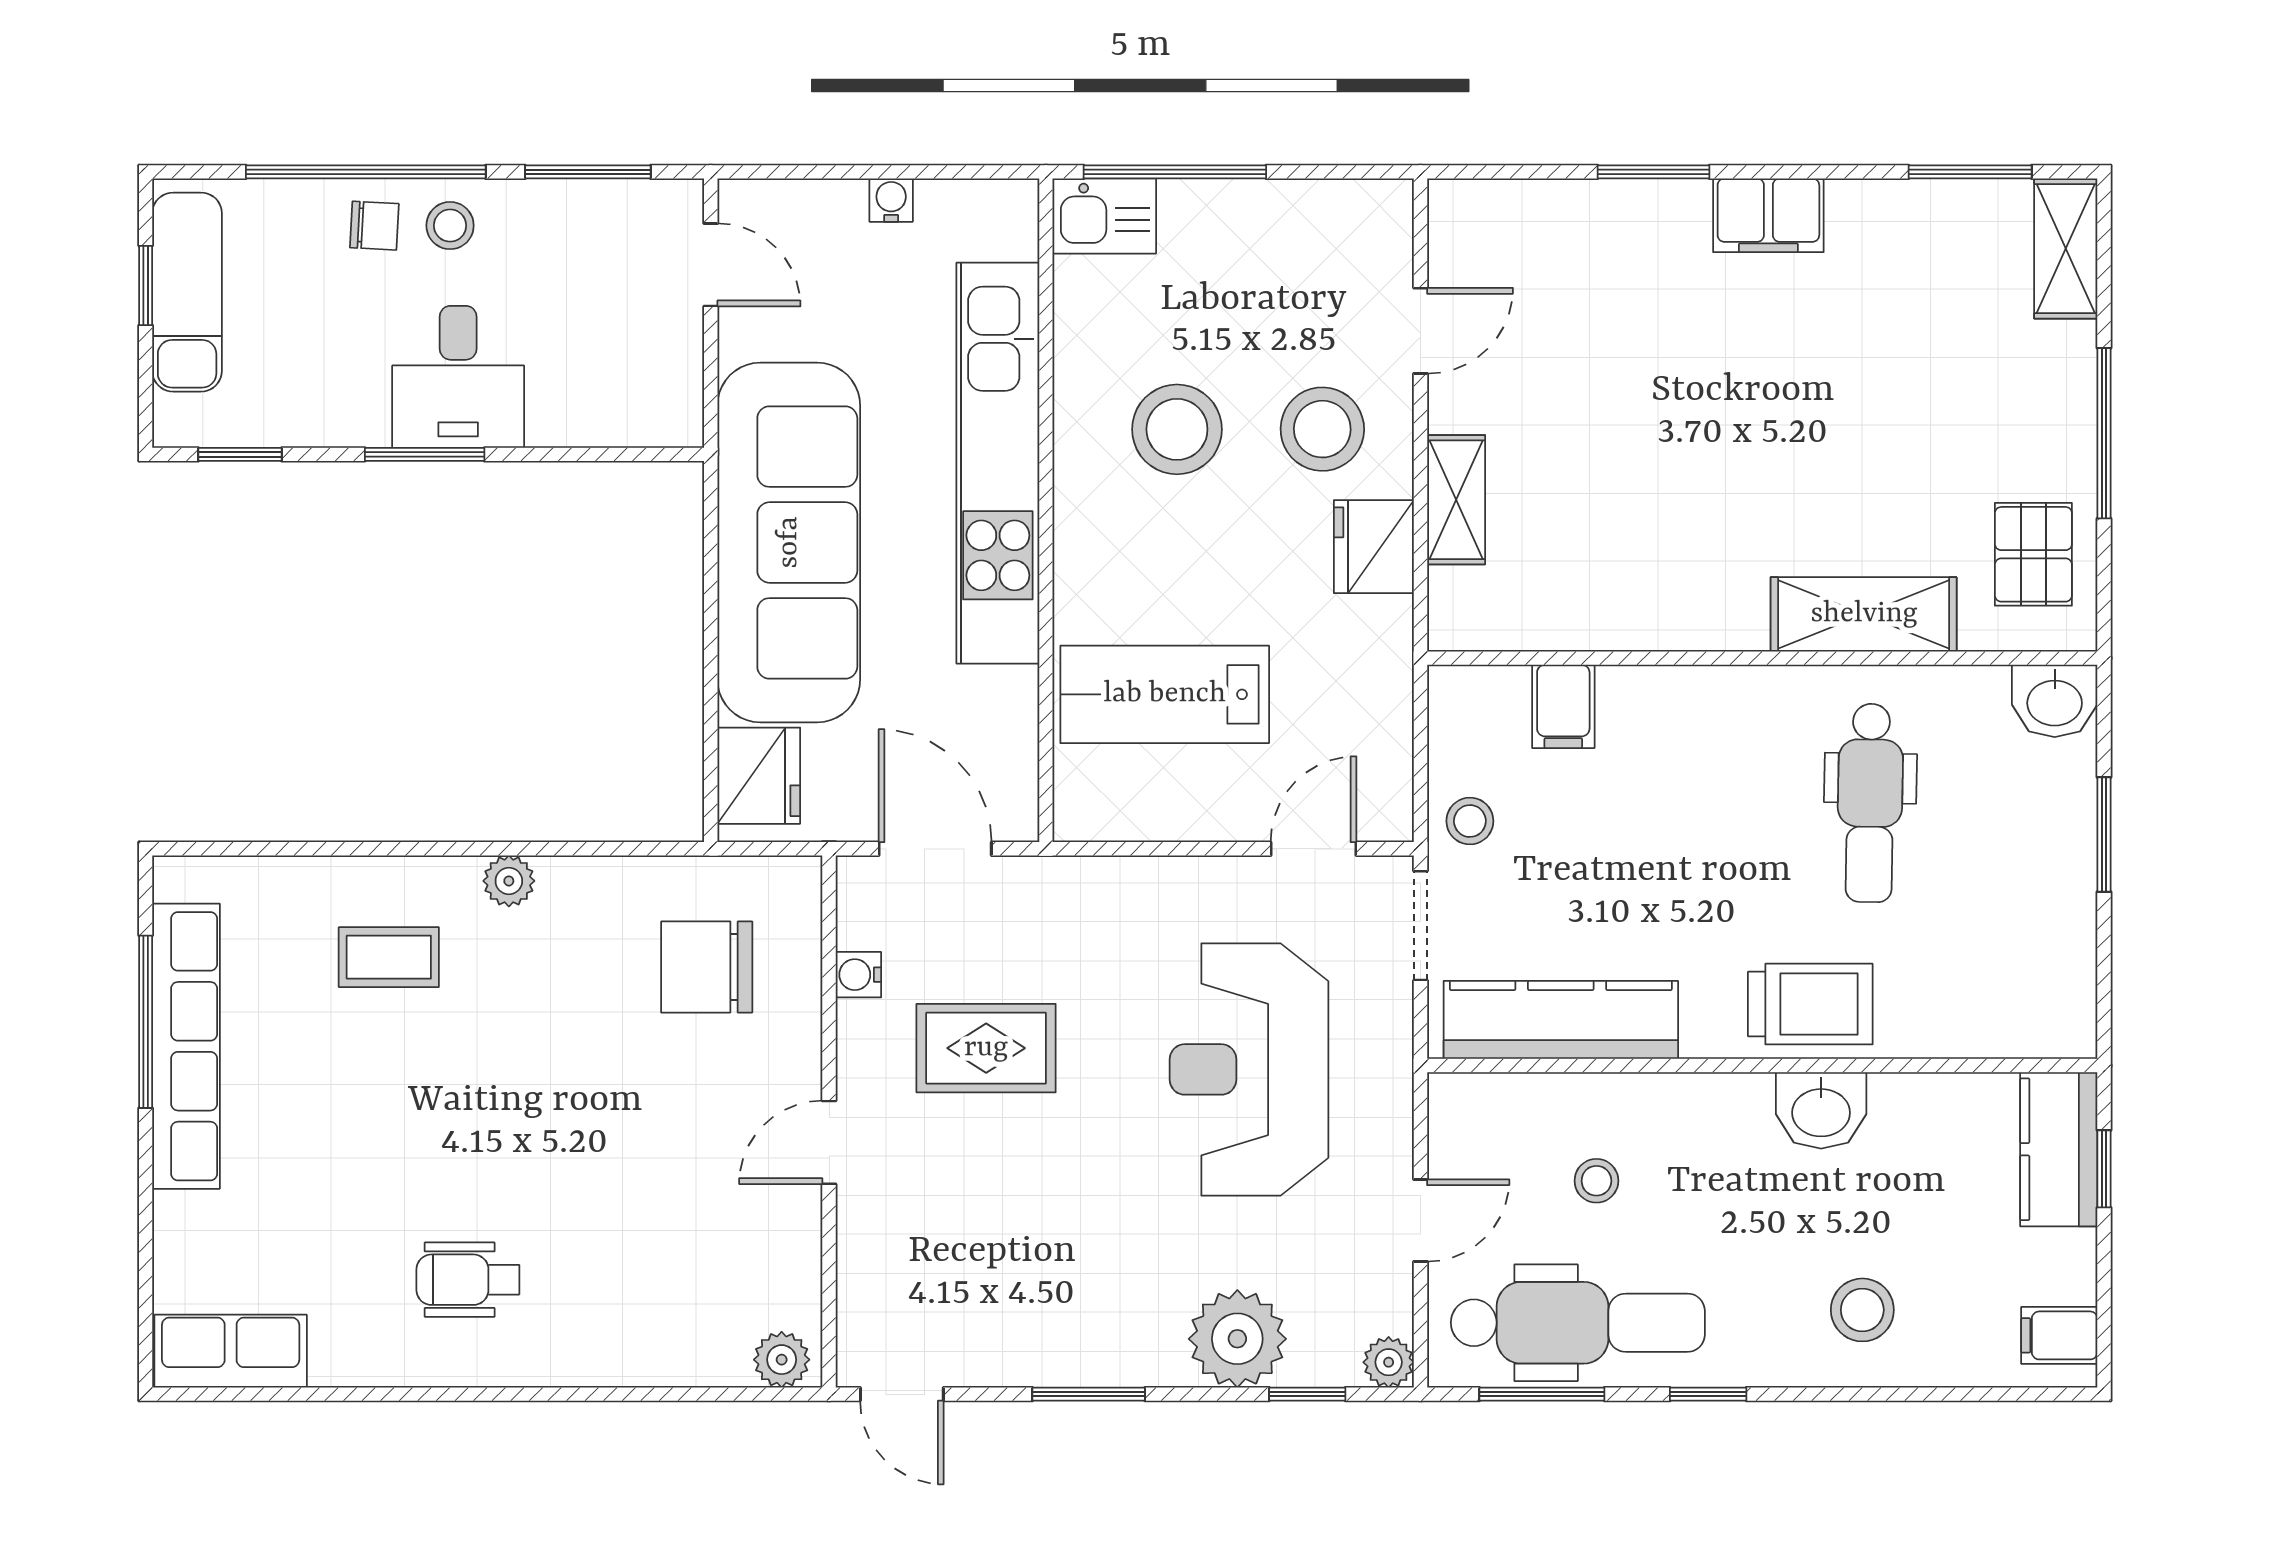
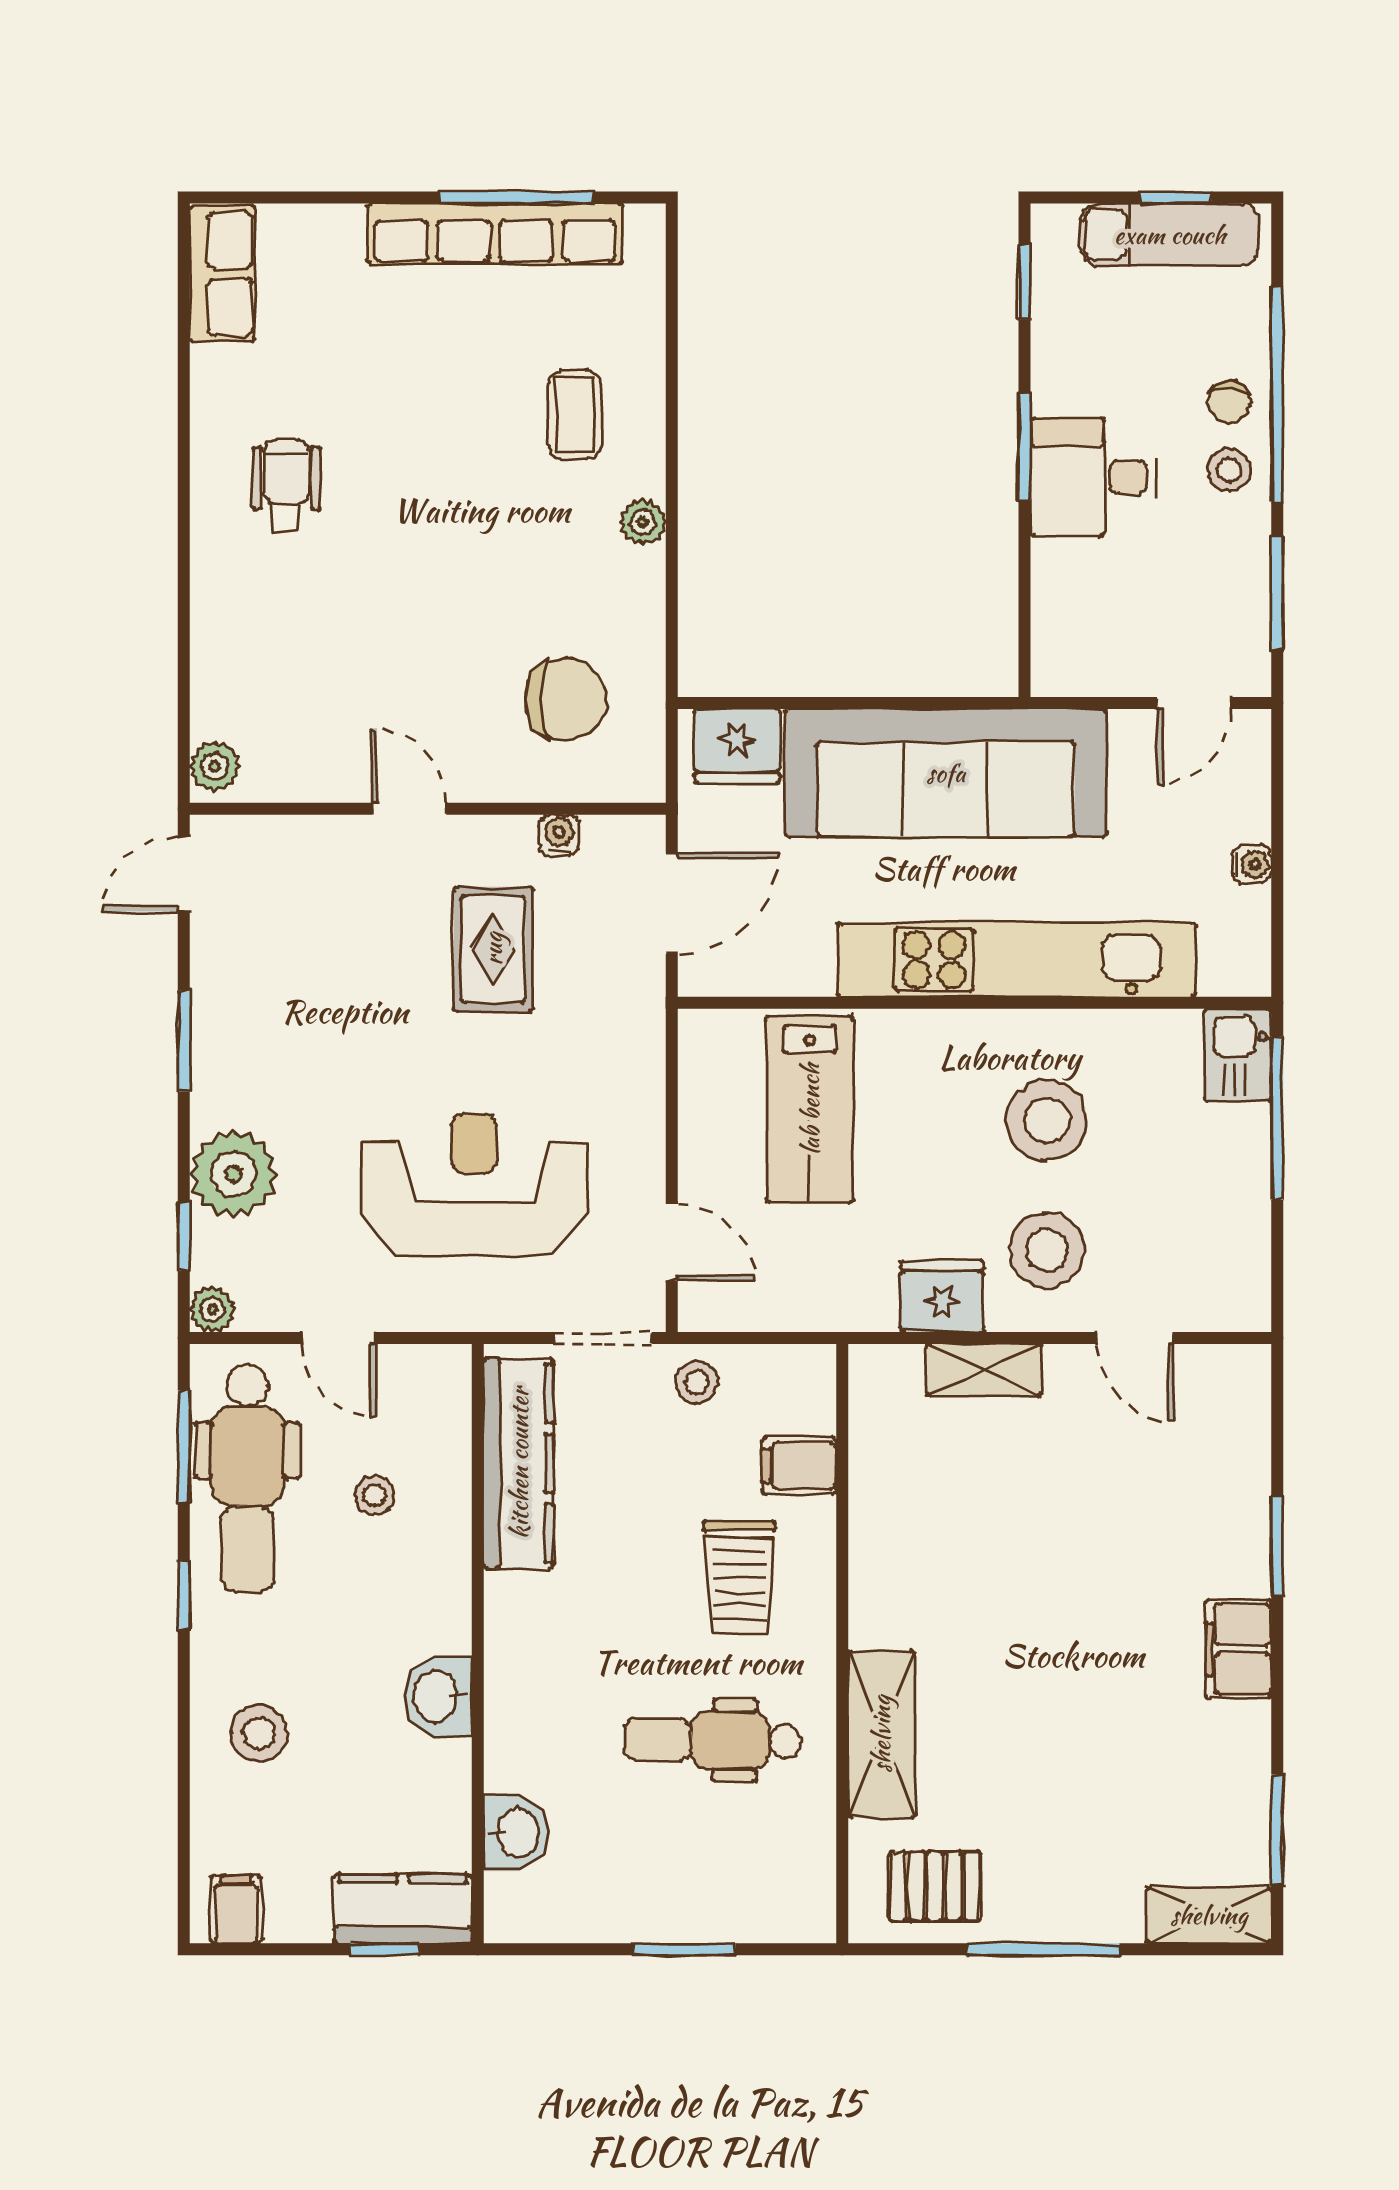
lab bench: (1165, 694) -> (810, 1109), turned 180
washbasin: (2055, 701) -> (516, 1833), moved, turned 180
chair: (707, 967) -> (566, 699), turned 90
trolley: (1810, 1004) -> (739, 1577), moved

